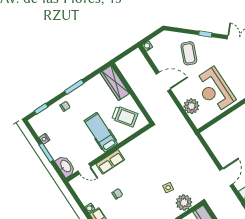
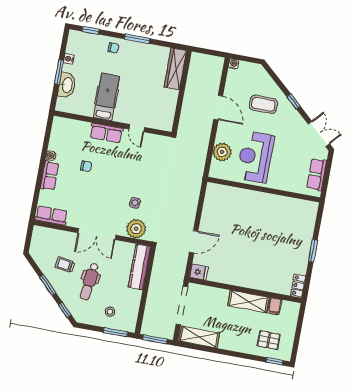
coffee table: (189, 53) -> (263, 104), turned 67
trolley: (125, 116) -> (156, 106), removed
hospital bed: (101, 132) -> (106, 97), moved
washbasin: (65, 166) -> (67, 85), moved
door: (84, 169) -> (137, 128), moved

